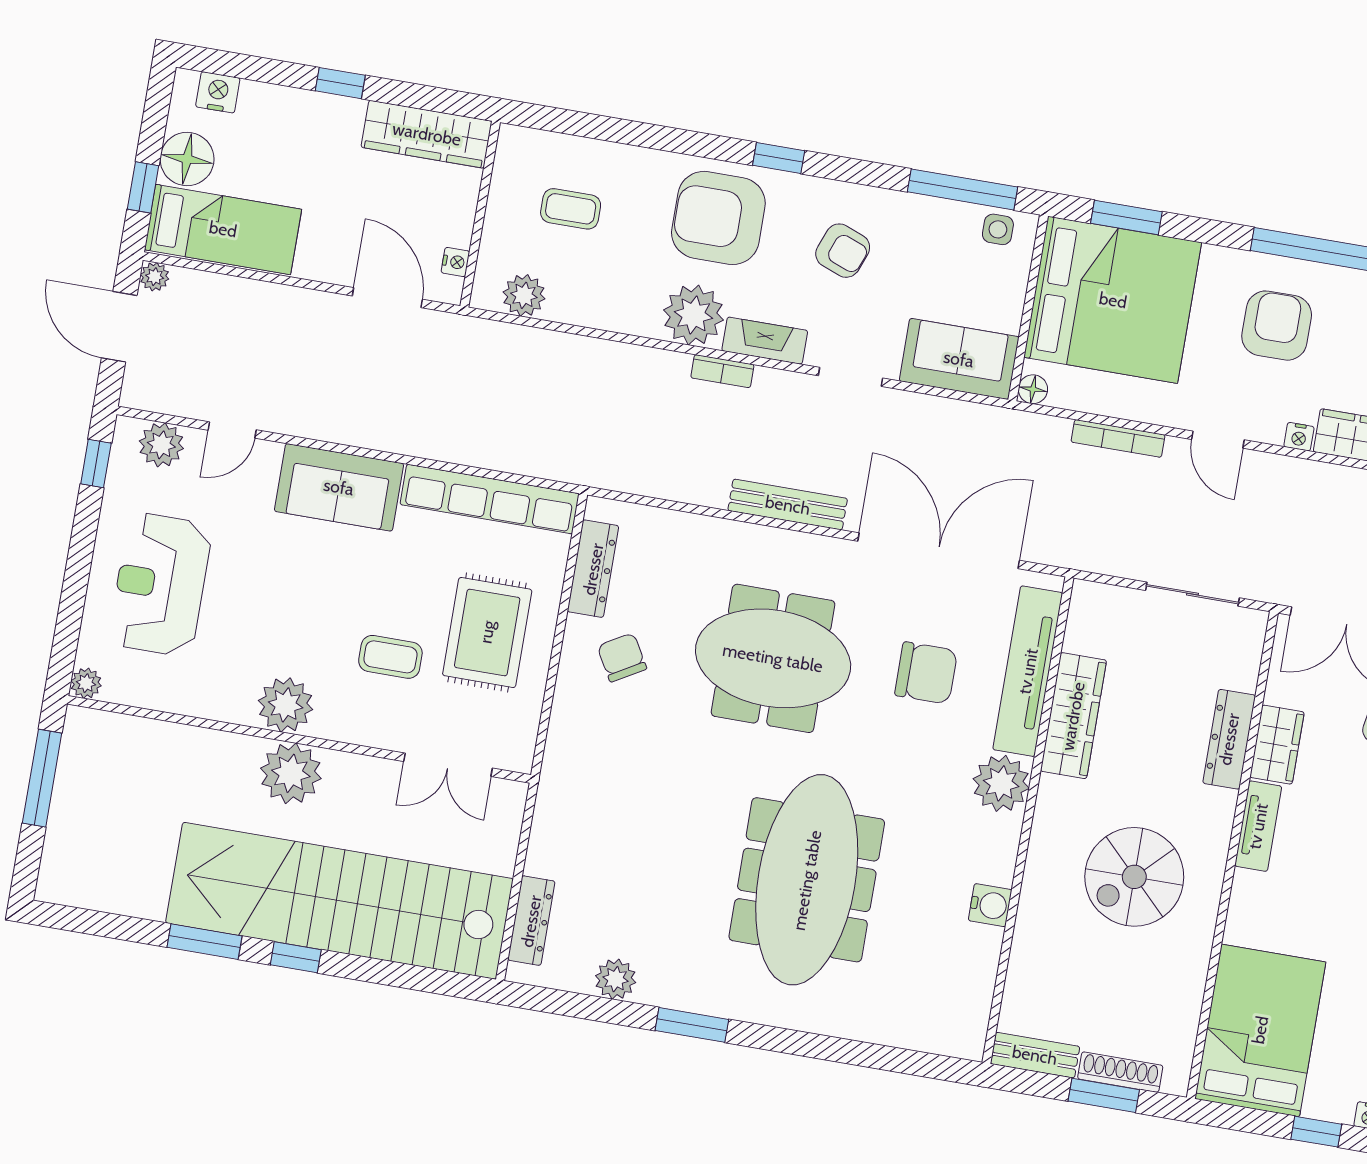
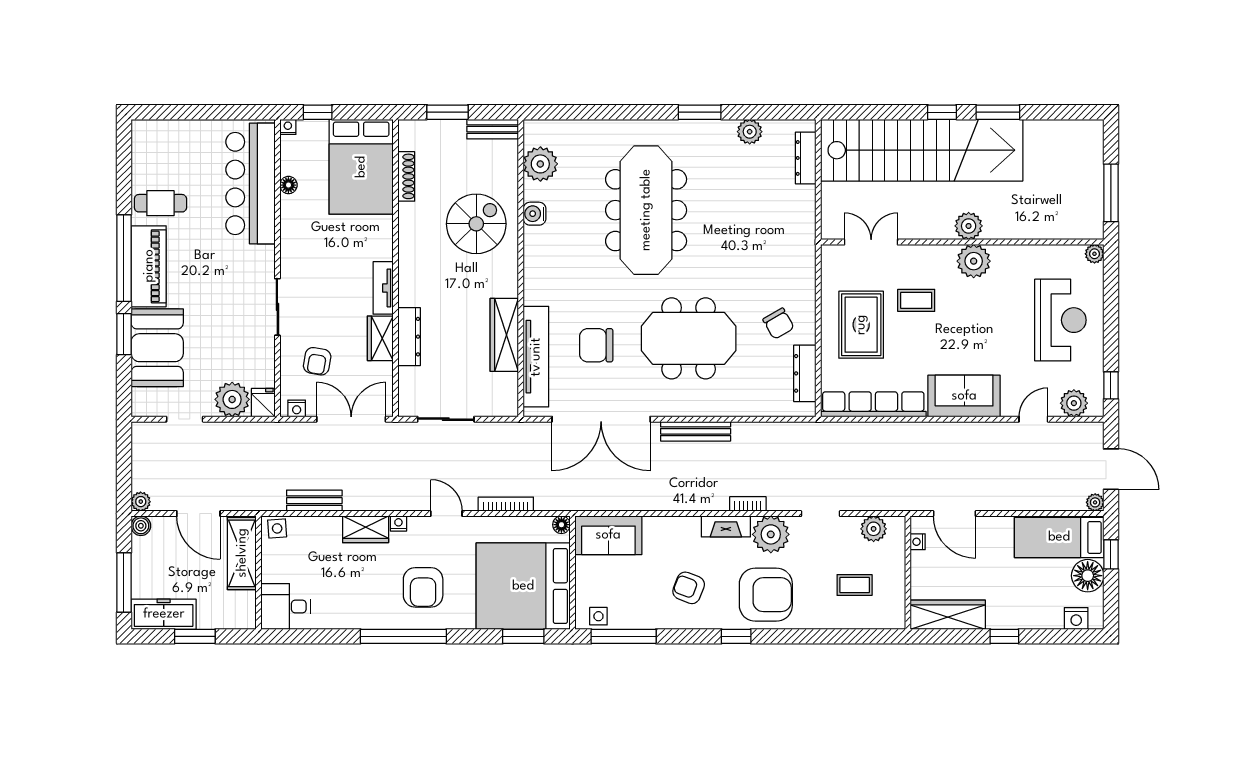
doorway: (851, 377) -> (820, 514), moved
plant: (291, 773) -> (969, 226), width x0.73, depth x0.73
plant: (1001, 783) -> (540, 164), moved
spiral stairs: (1134, 877) -> (476, 224), moved
shoe rack: (1120, 1072) -> (406, 176), moved, turned -90

